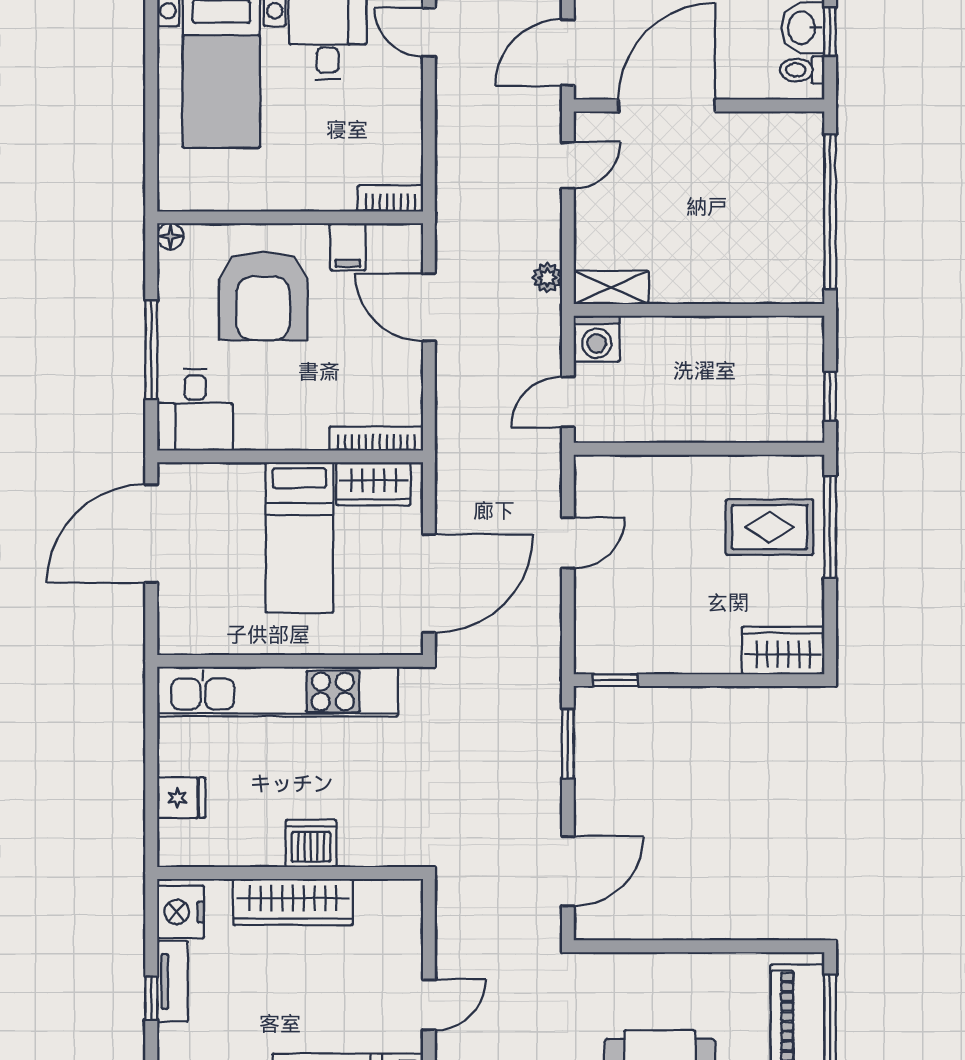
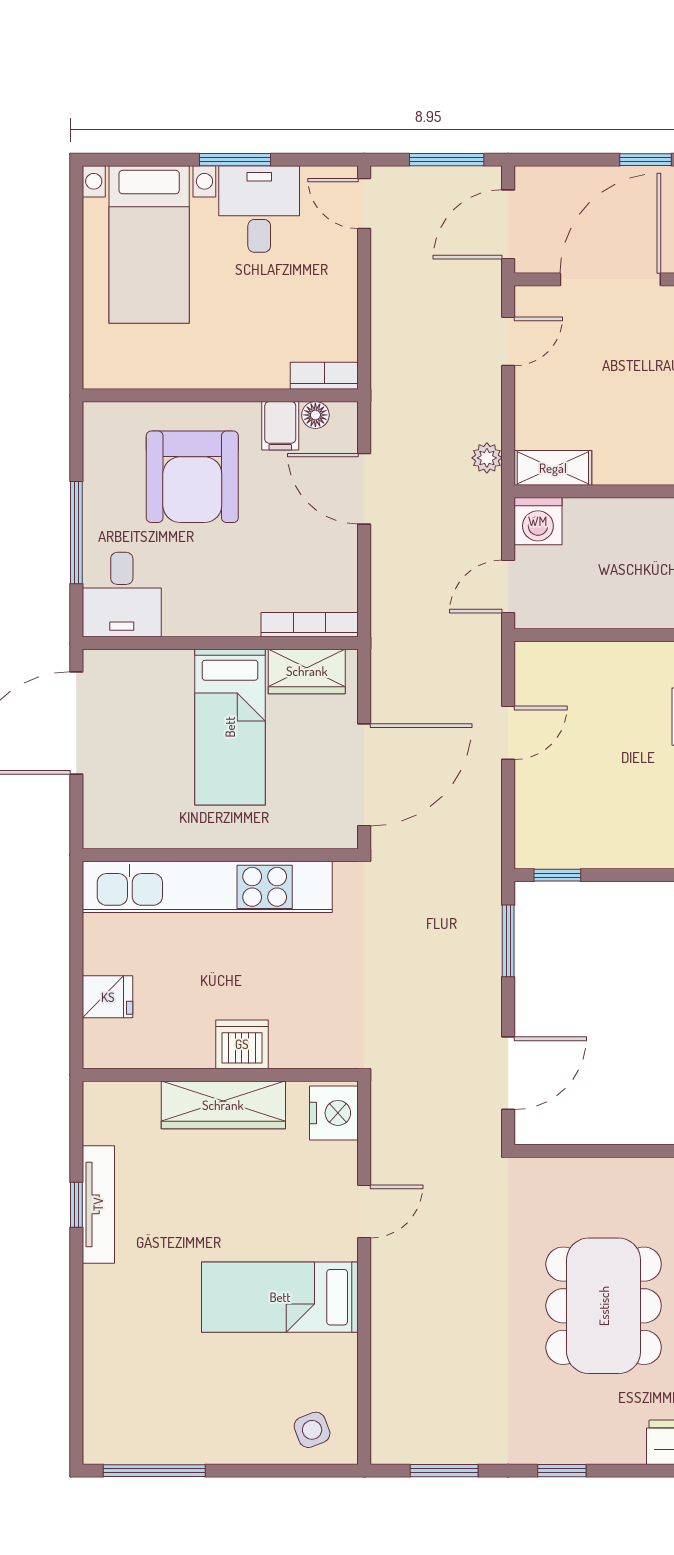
floor lamp: (170, 236) -> (315, 415), moved
nightstand: (180, 912) -> (334, 1113), moved, turned 180
tv unit: (172, 981) -> (98, 1204), width x1.41

